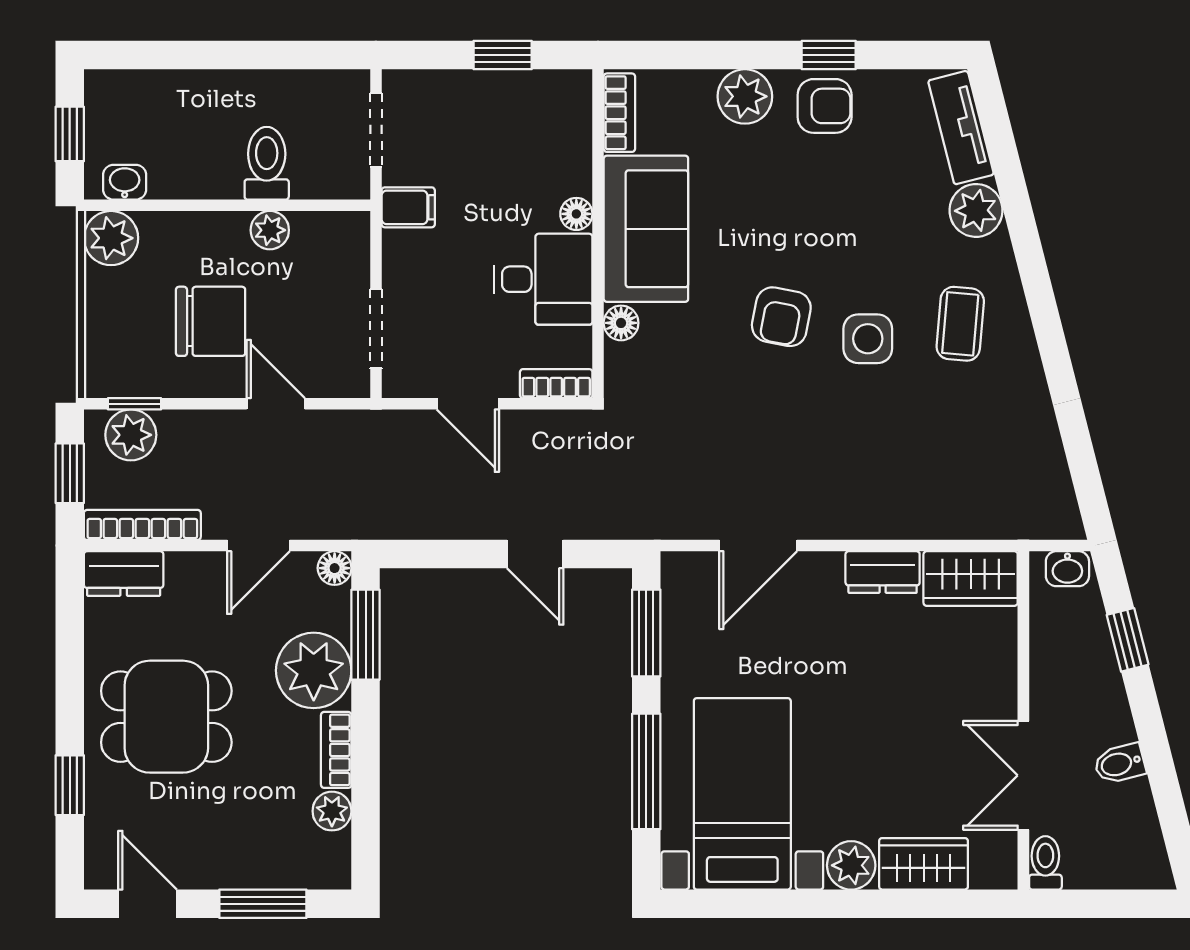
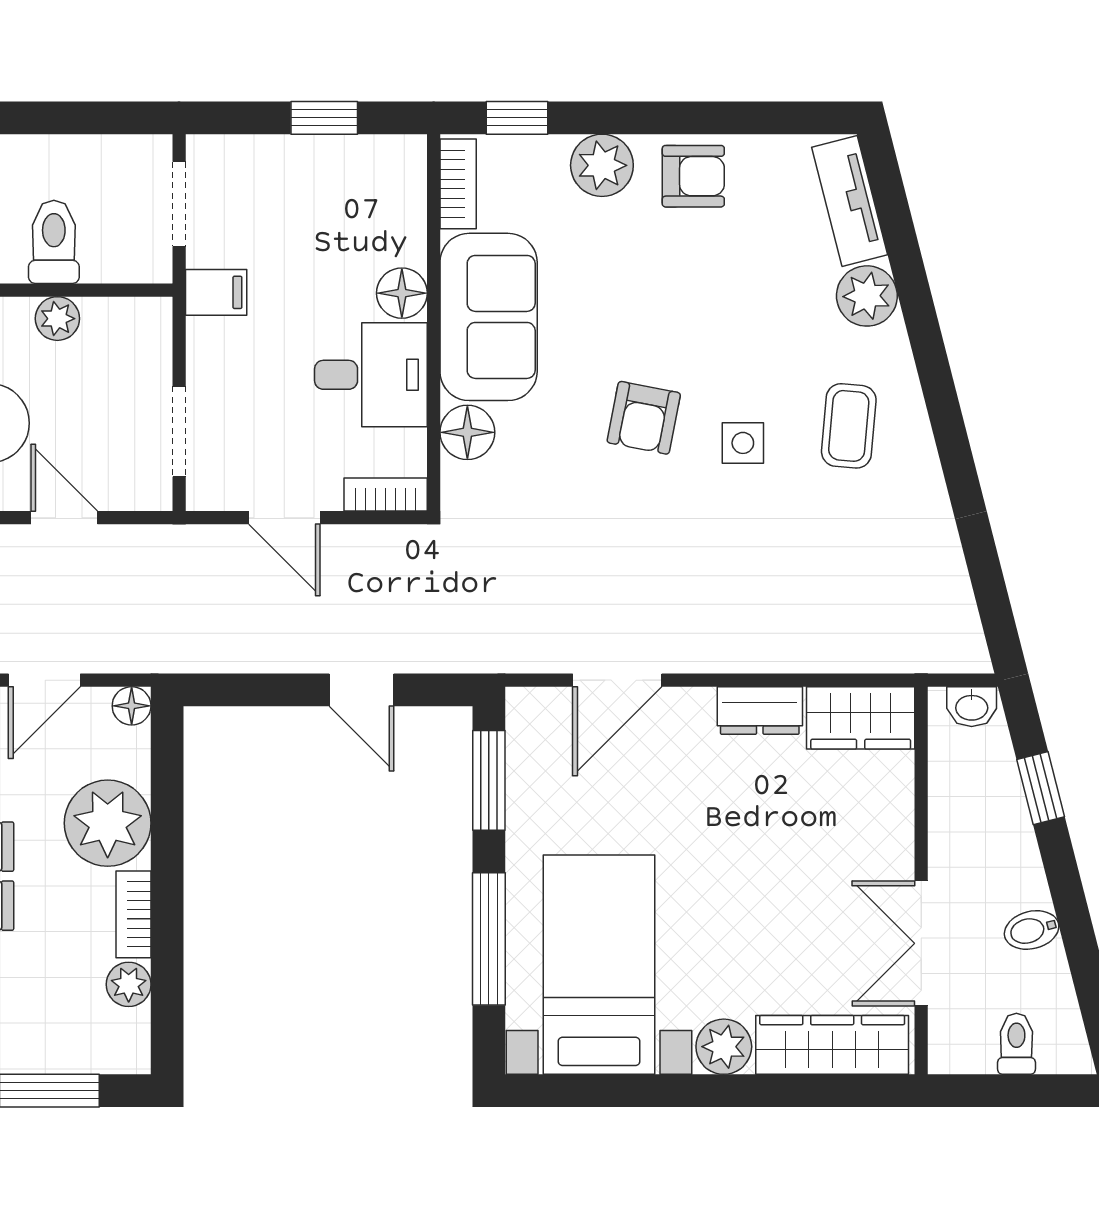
window: (829, 55) -> (517, 118), moved
floor lamp: (576, 214) -> (402, 293), width x1.37, depth x1.37
floor lamp: (621, 323) -> (467, 432), width x1.37, depth x1.37
side table: (868, 339) -> (743, 443), width x0.73, depth x0.73
window: (366, 635) -> (167, 782), removed
toilet: (1045, 863) -> (1016, 1044), moved
wardrobe: (924, 864) -> (832, 1045), width x1.50

